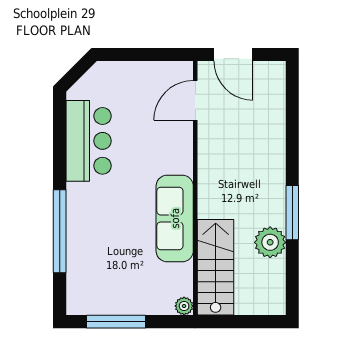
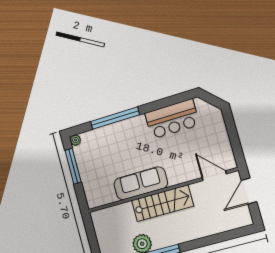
stairs: (216, 267) -> (162, 203), moved
plant: (184, 306) -> (75, 140), moved

